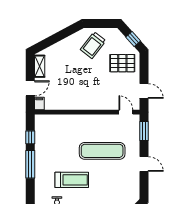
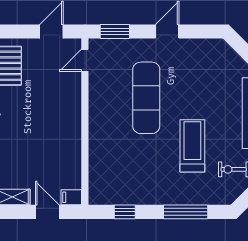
window: (30, 164) -> (186, 212), moved

